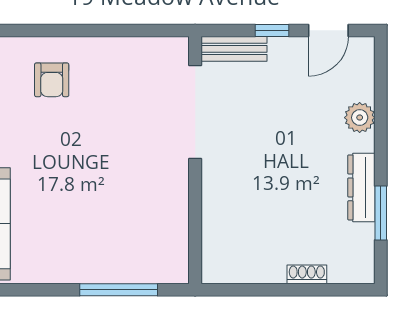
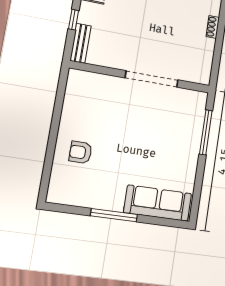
armchair: (52, 80) -> (80, 152), turned 180
doorway: (195, 112) -> (152, 79), moved

